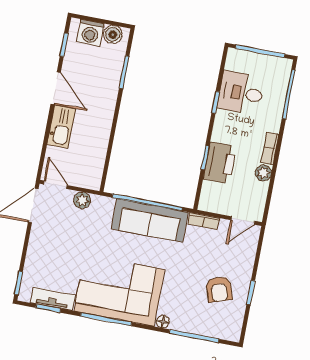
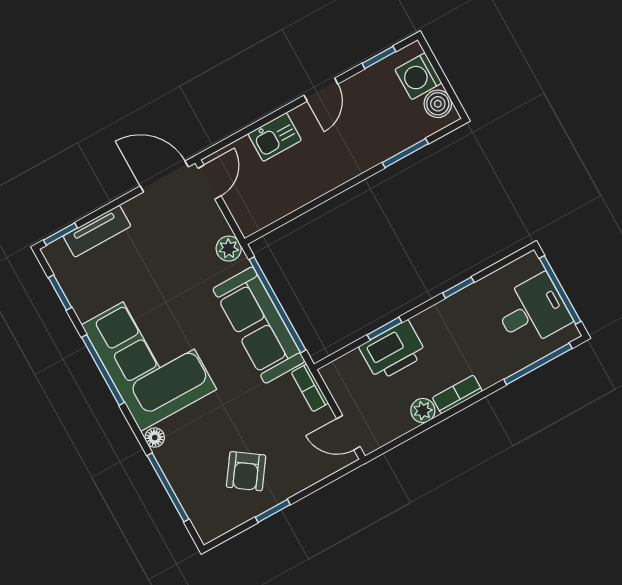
door: (56, 88) -> (321, 90), width x0.73
desk: (241, 93) -> (532, 311), moved, turned 90
kitchen sink: (61, 127) -> (275, 137), width x0.73
plant: (82, 200) -> (229, 249), moved
armchair: (219, 289) -> (246, 471), turned -37
tv unit: (53, 299) -> (97, 231), moved, turned 90

